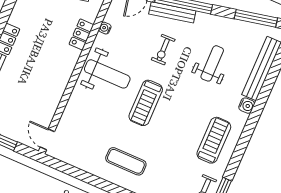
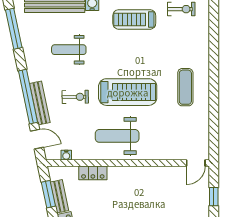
water cooler: (105, 28) -> (66, 155), moved
weight bench: (107, 74) -> (117, 136), turned -90
treadmill: (146, 103) -> (128, 92), width x1.37, depth x1.38

